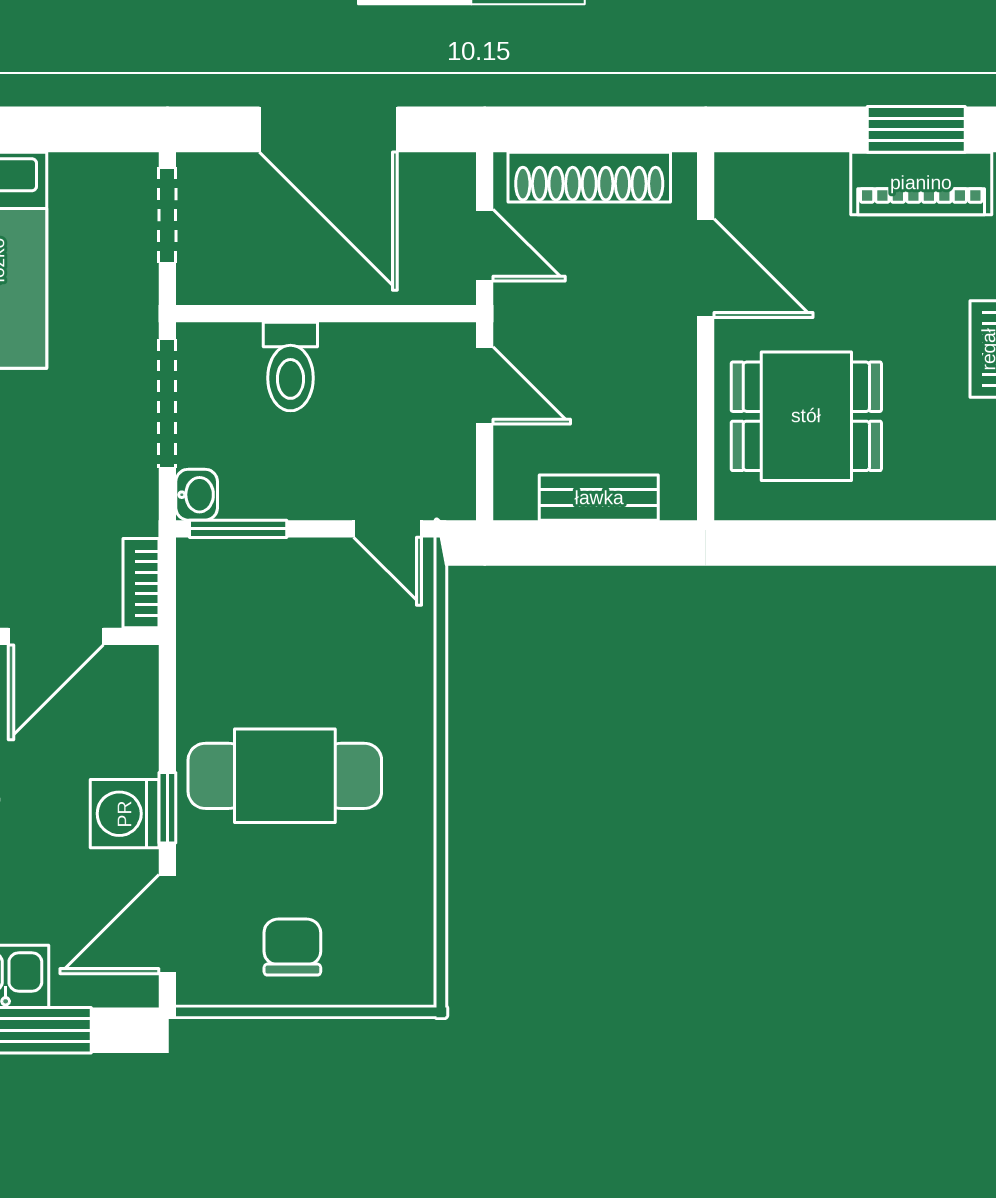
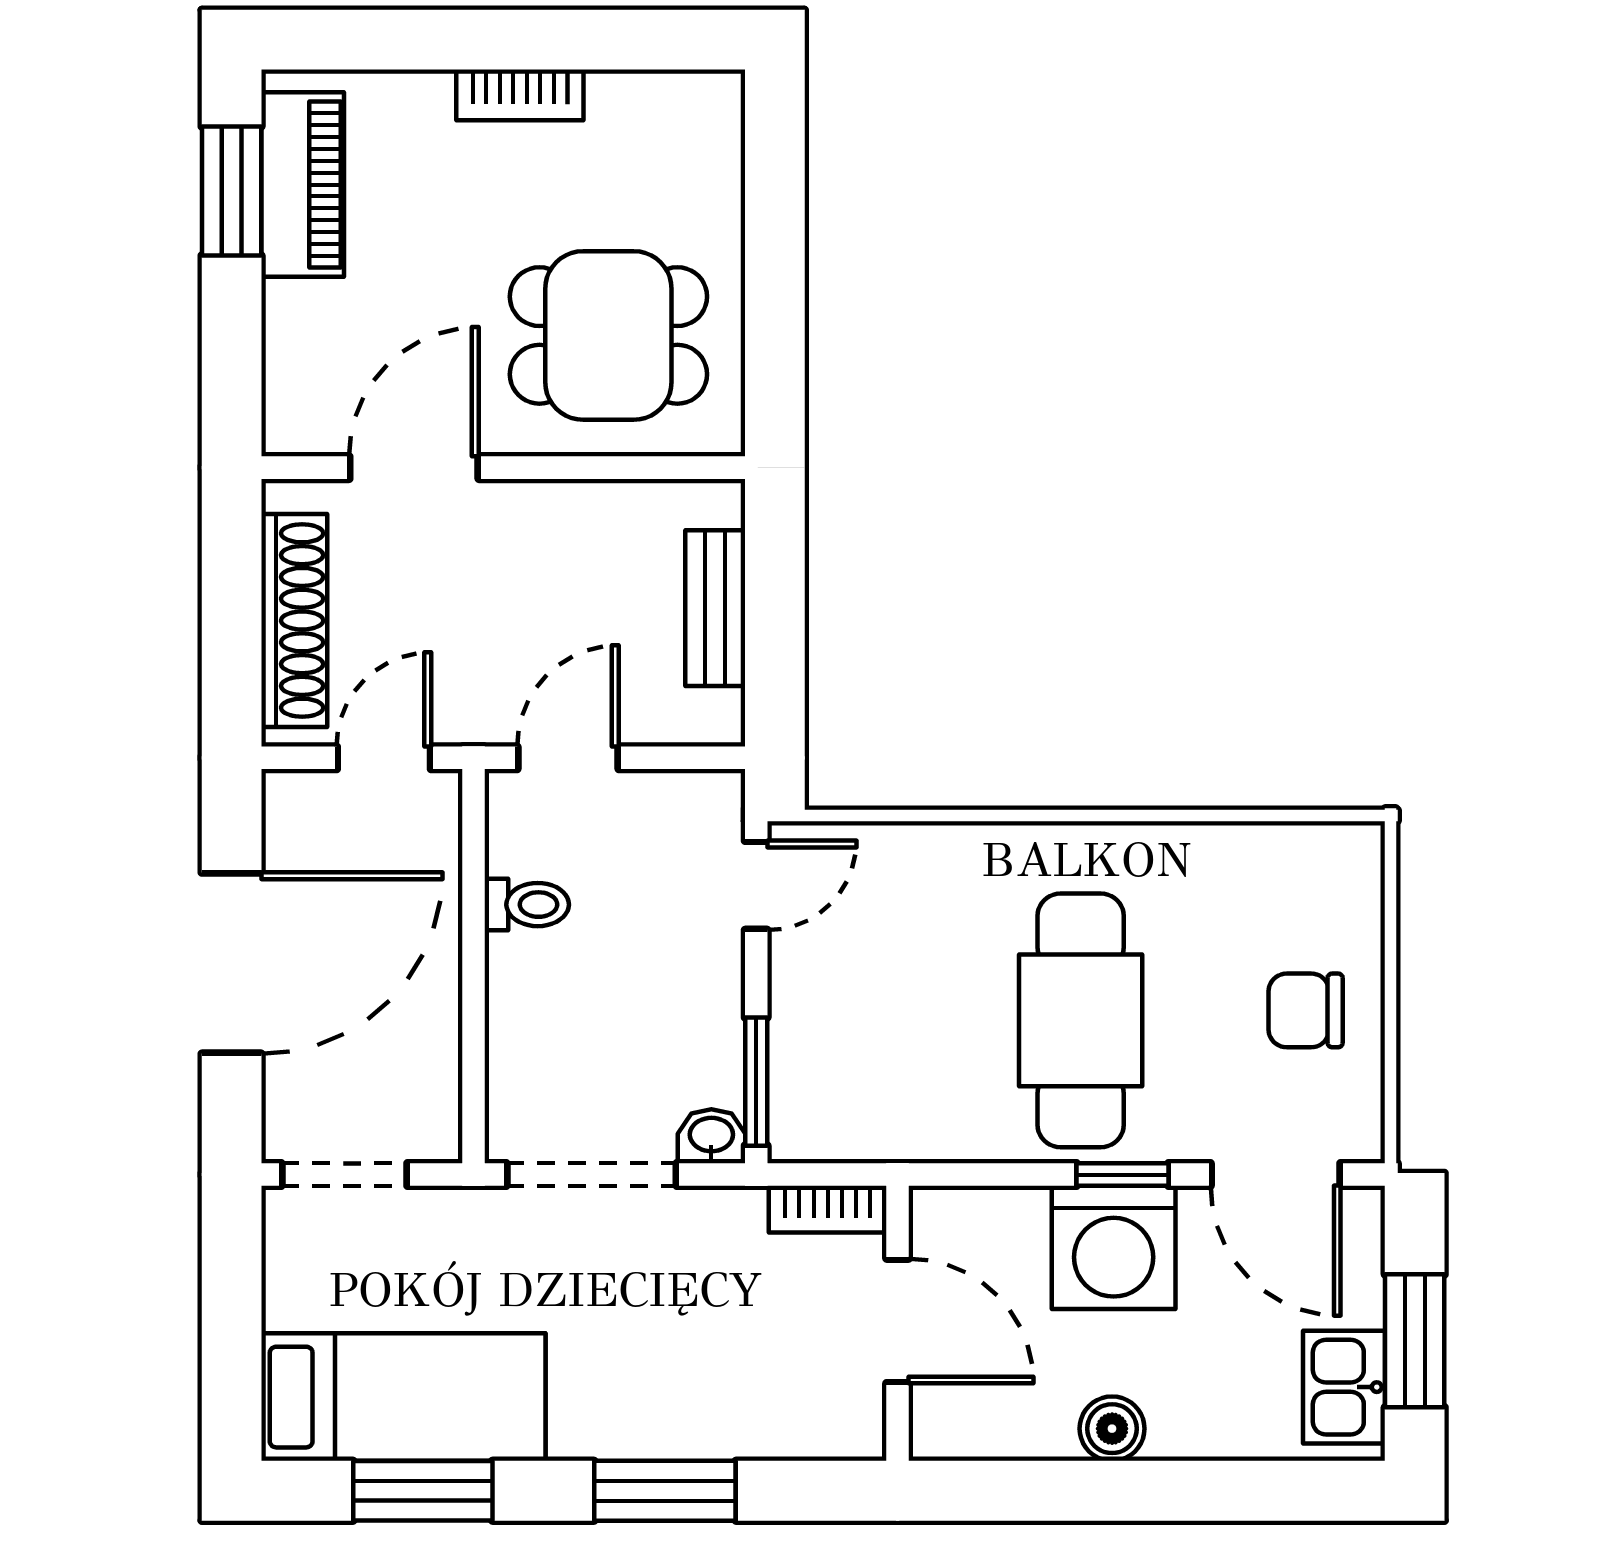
toilet: (290, 366) -> (527, 905), moved, width x0.73, depth x0.72
dining table: (806, 416) -> (608, 335), turned 90
washing machine: (125, 814) -> (1114, 1247), width x1.37, depth x1.37

